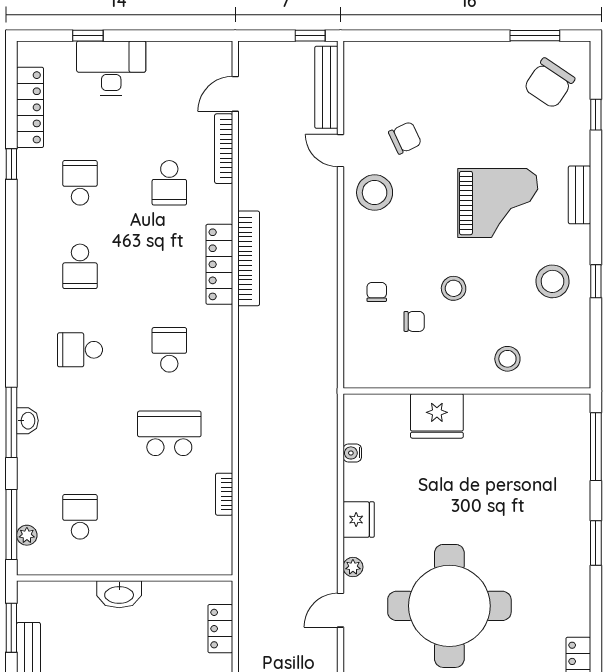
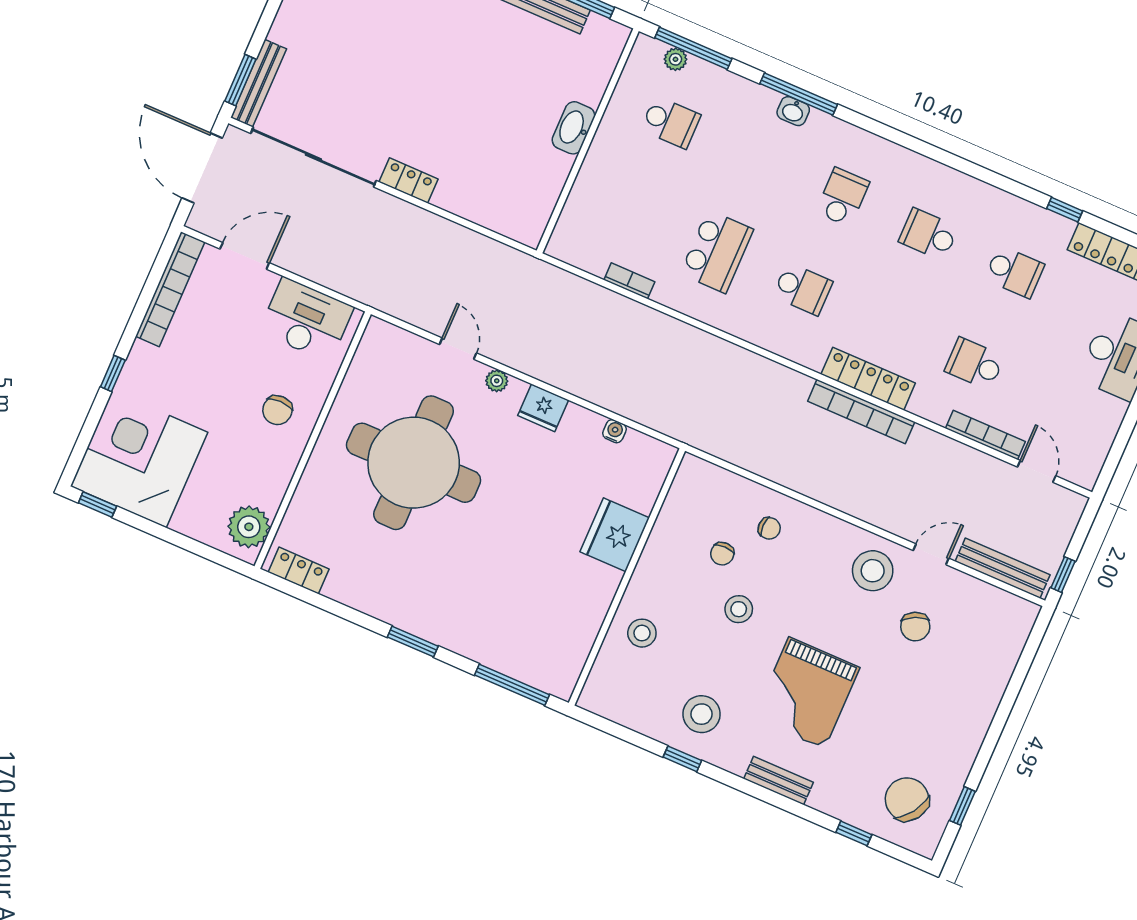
window: (535, 36) -> (962, 806), width x0.67
locker: (220, 629) -> (493, 217), removed

